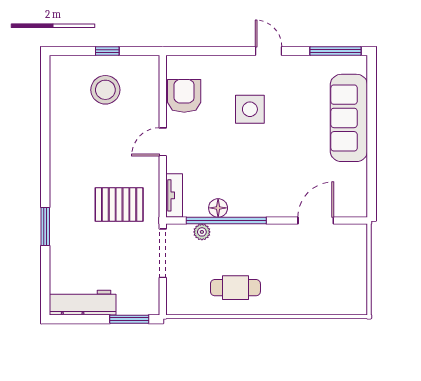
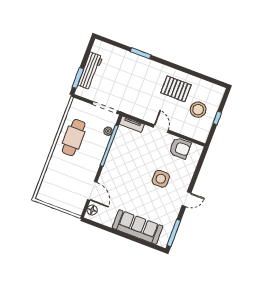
pallet: (119, 205) -> (176, 89), moved, turned 90
floor lamp: (218, 208) -> (92, 210), moved
cafe table: (235, 288) -> (74, 138), width x1.37, depth x1.35
workbench: (83, 303) -> (90, 71), moved

